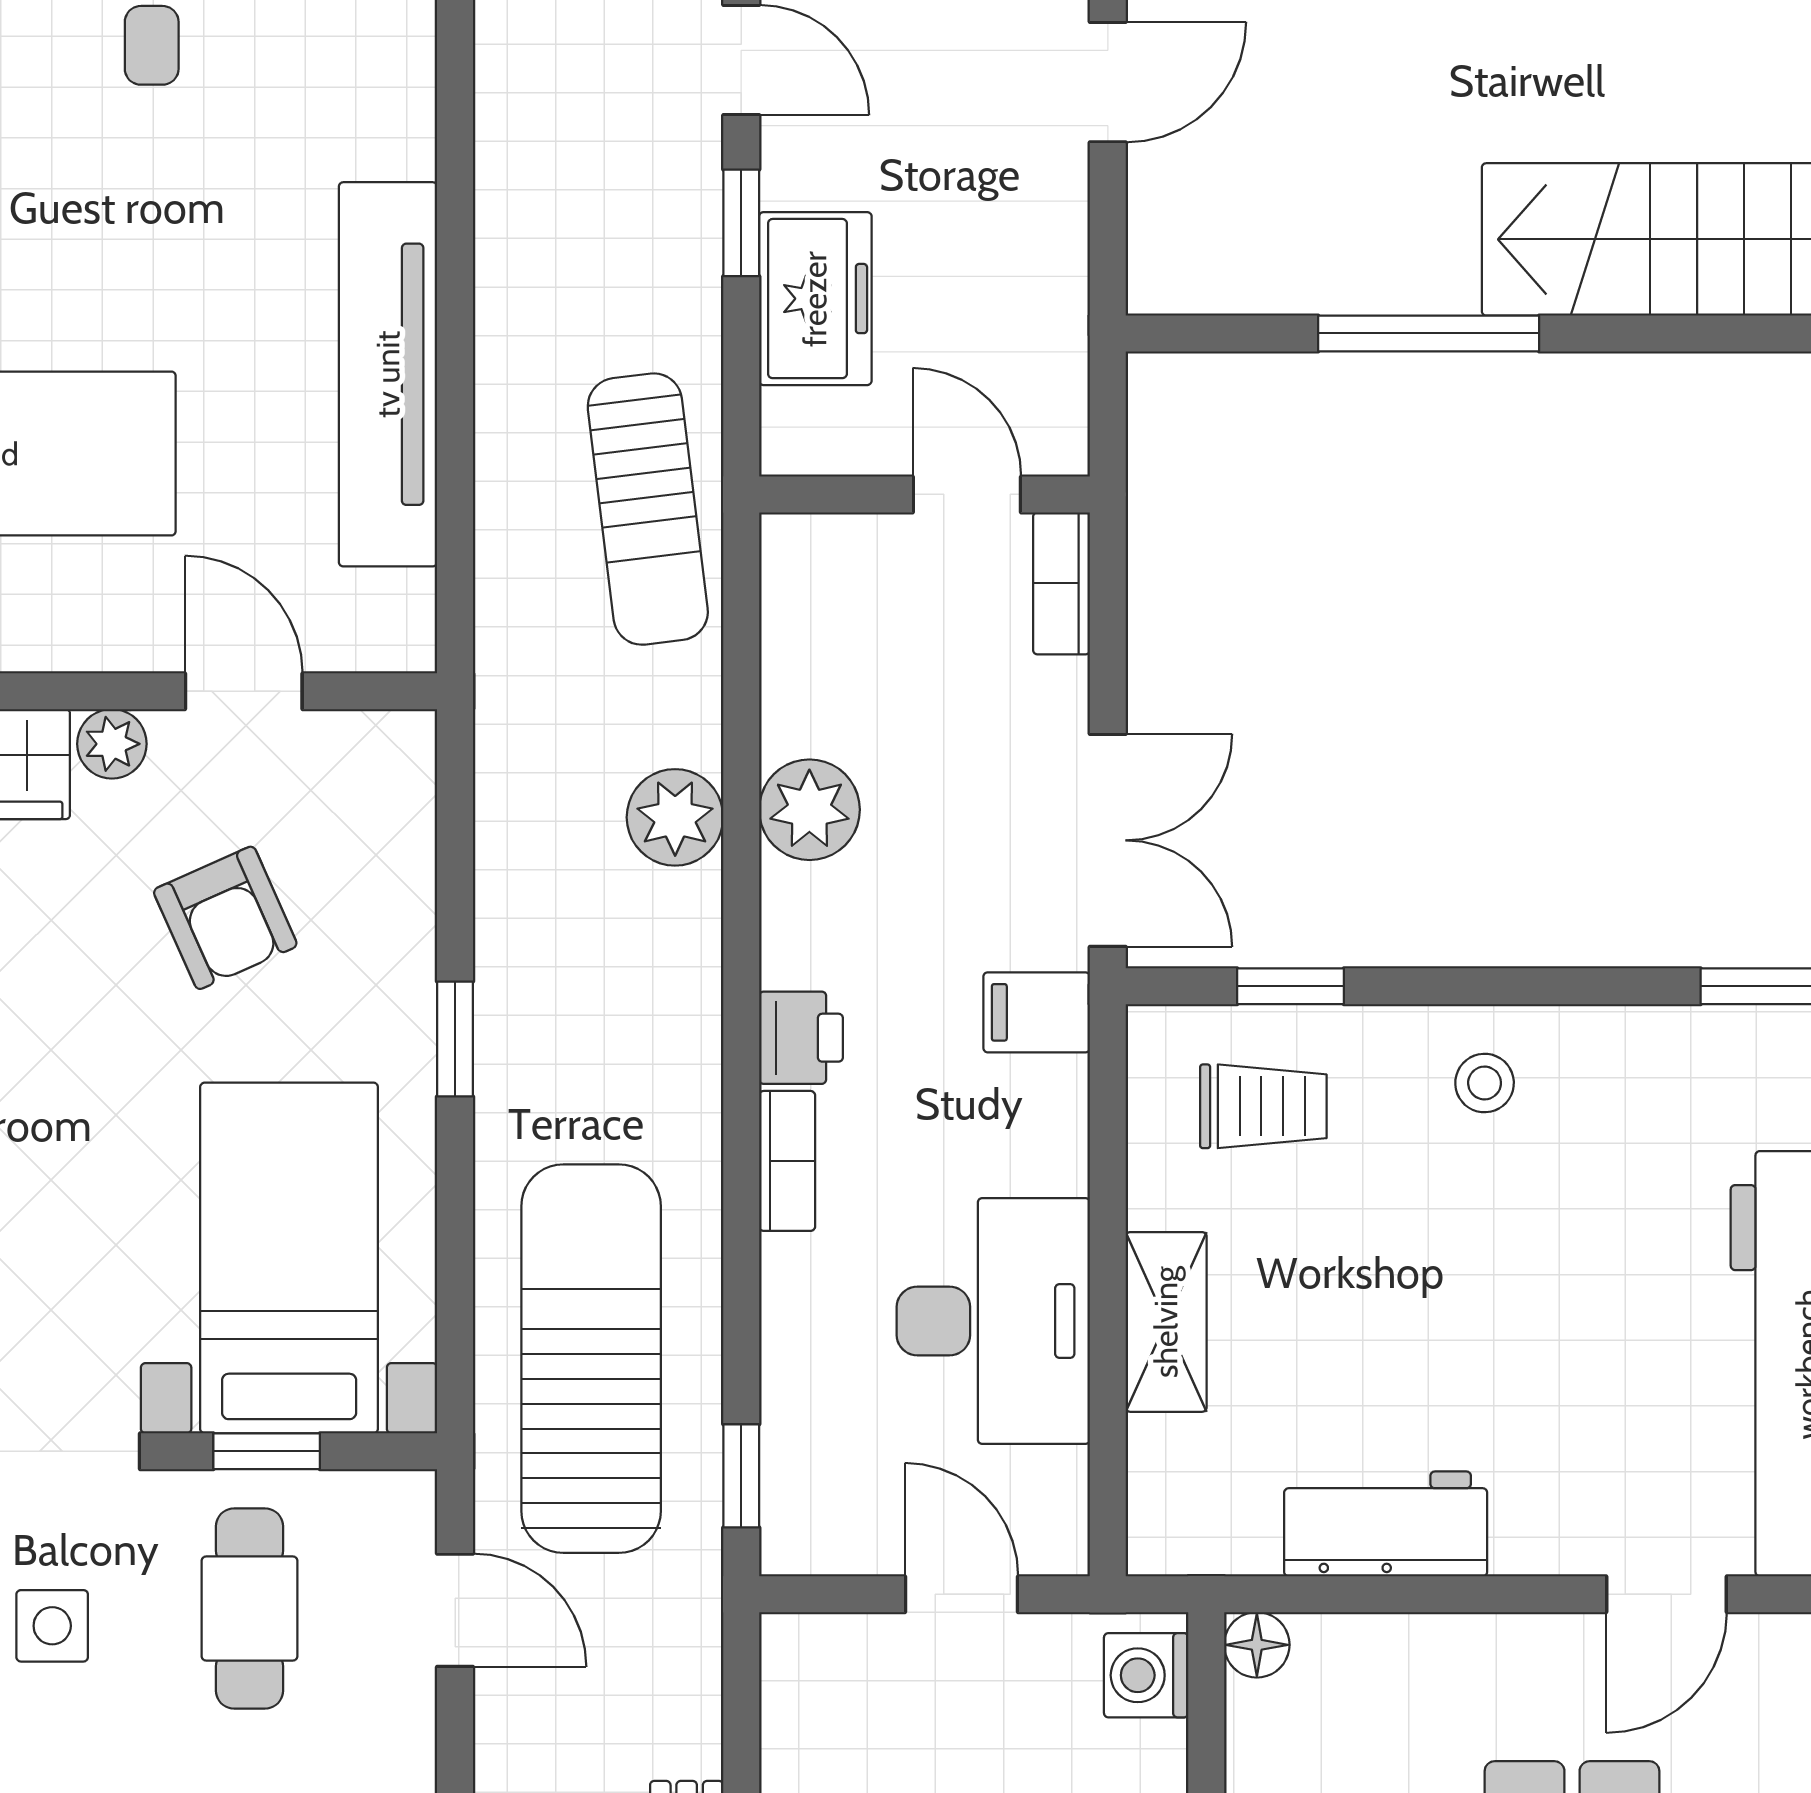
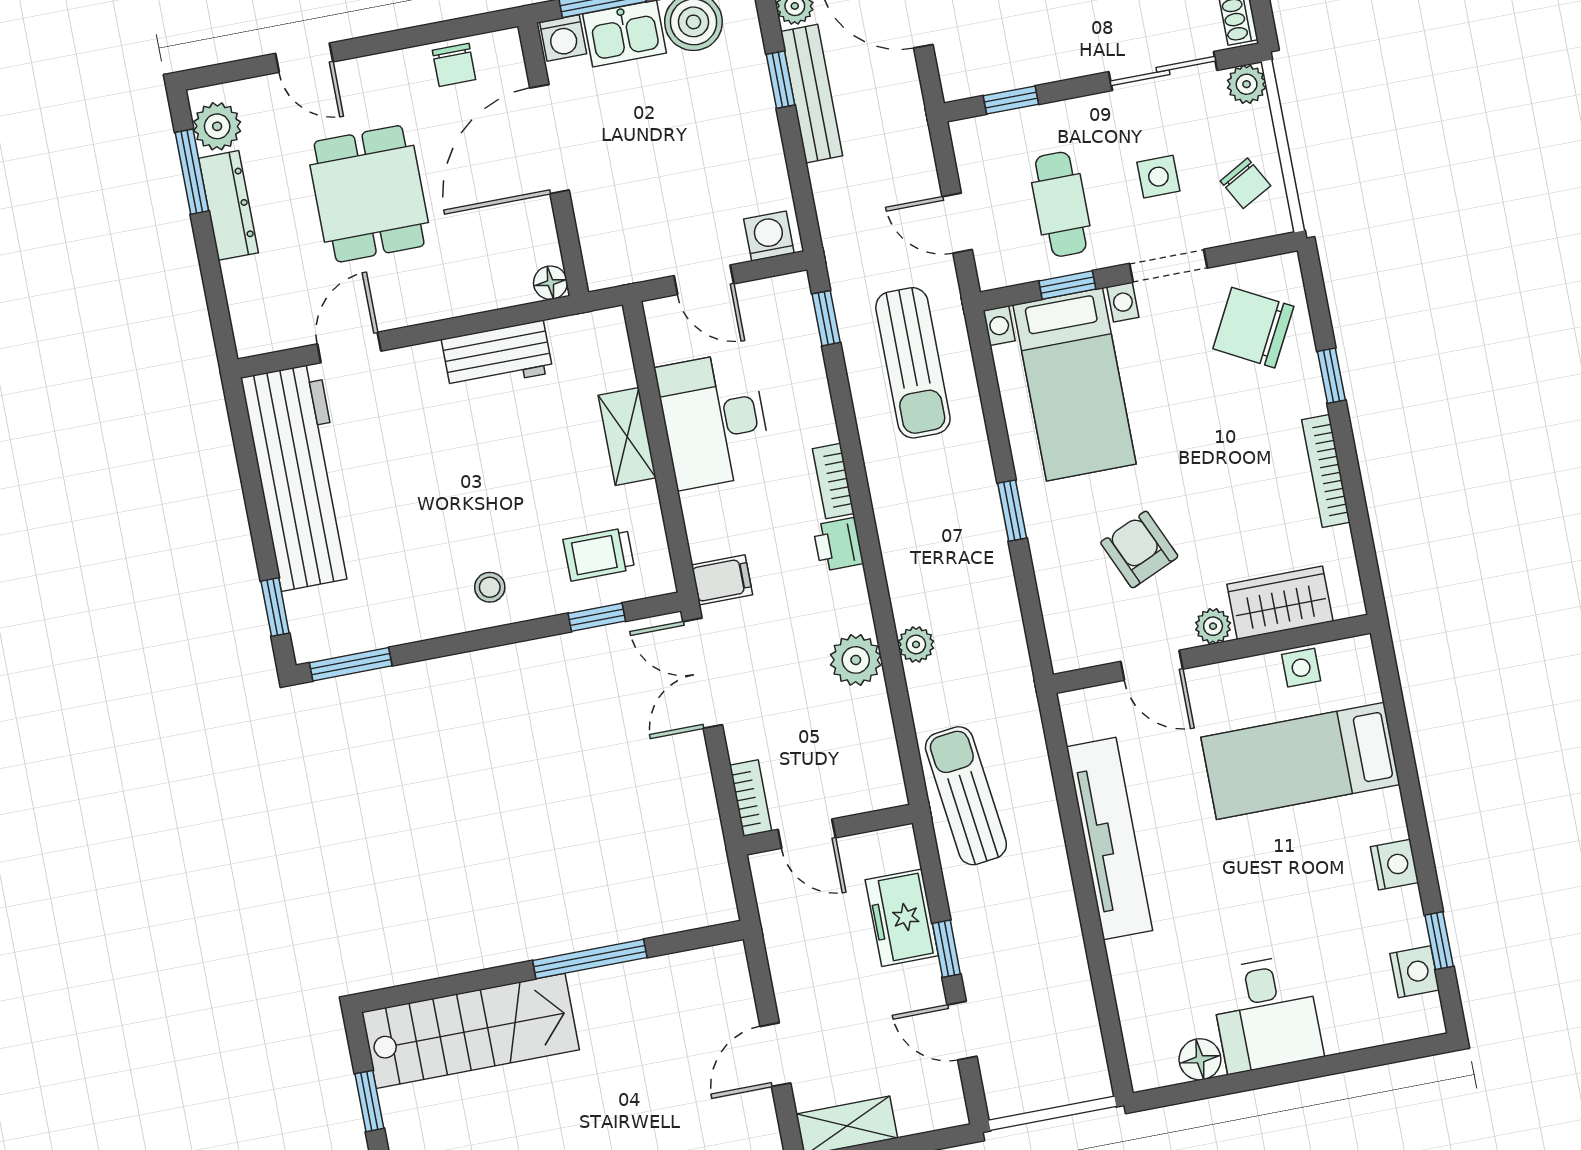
plant: (675, 817) -> (916, 644), width x0.73, depth x0.73
sun lounger: (591, 1359) -> (913, 363), width x0.73, depth x0.75
washing machine: (1146, 1675) -> (769, 236), moved, turned -90

